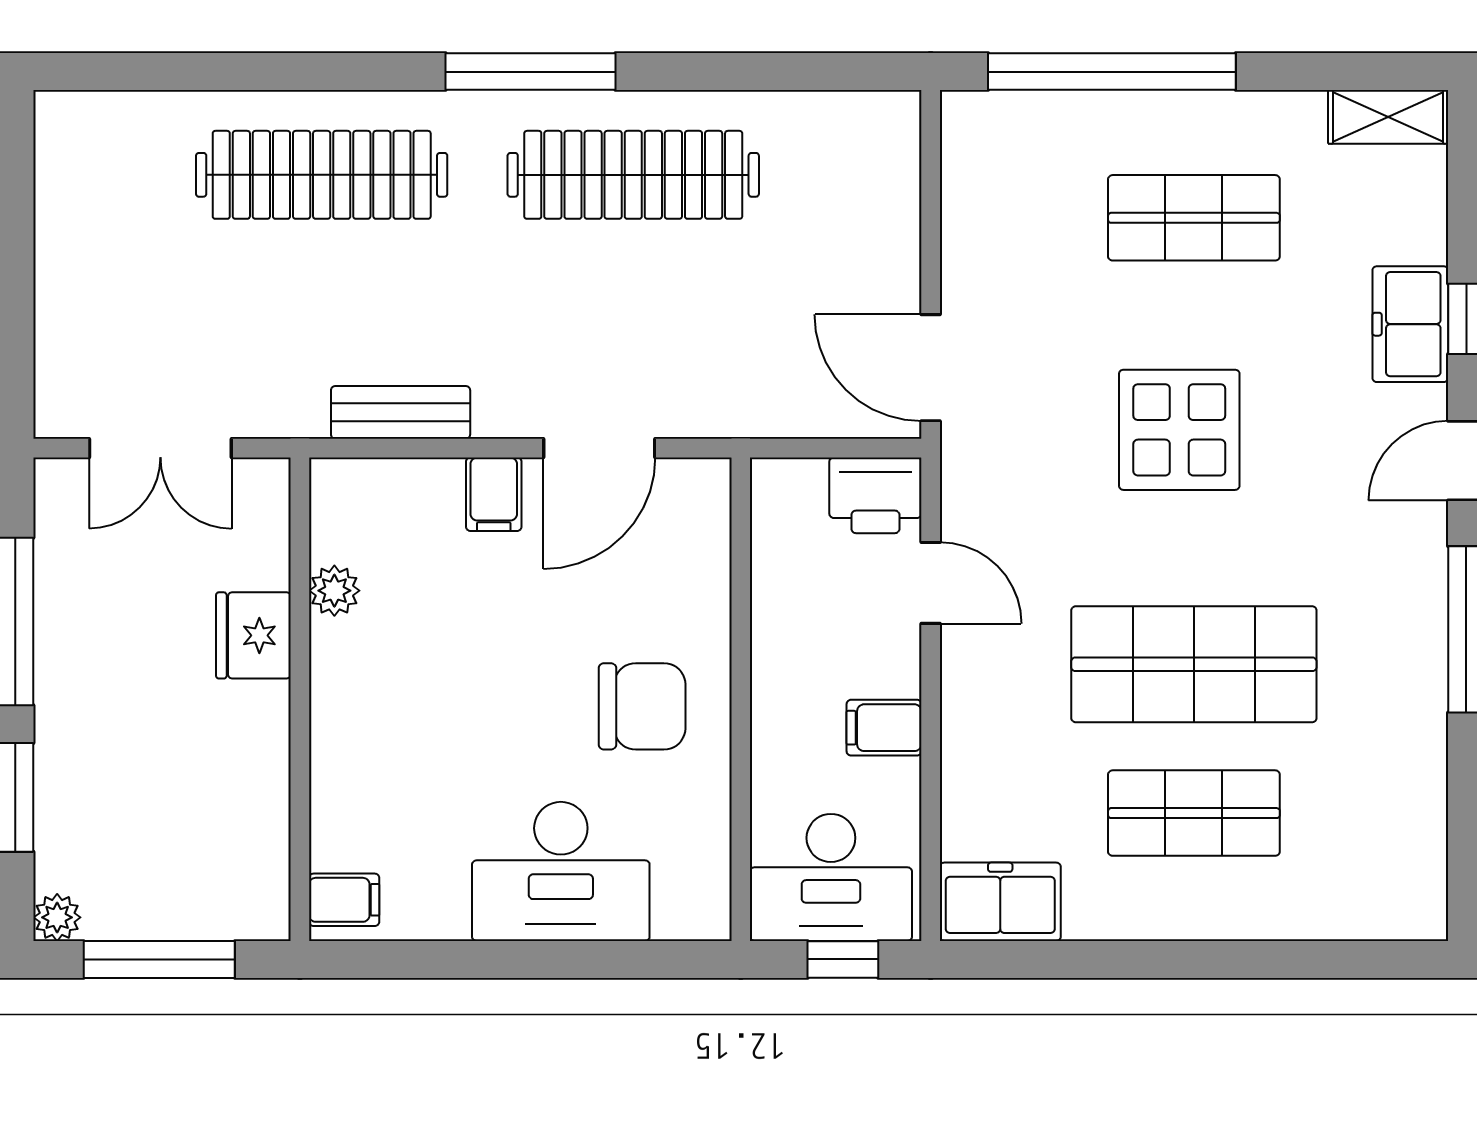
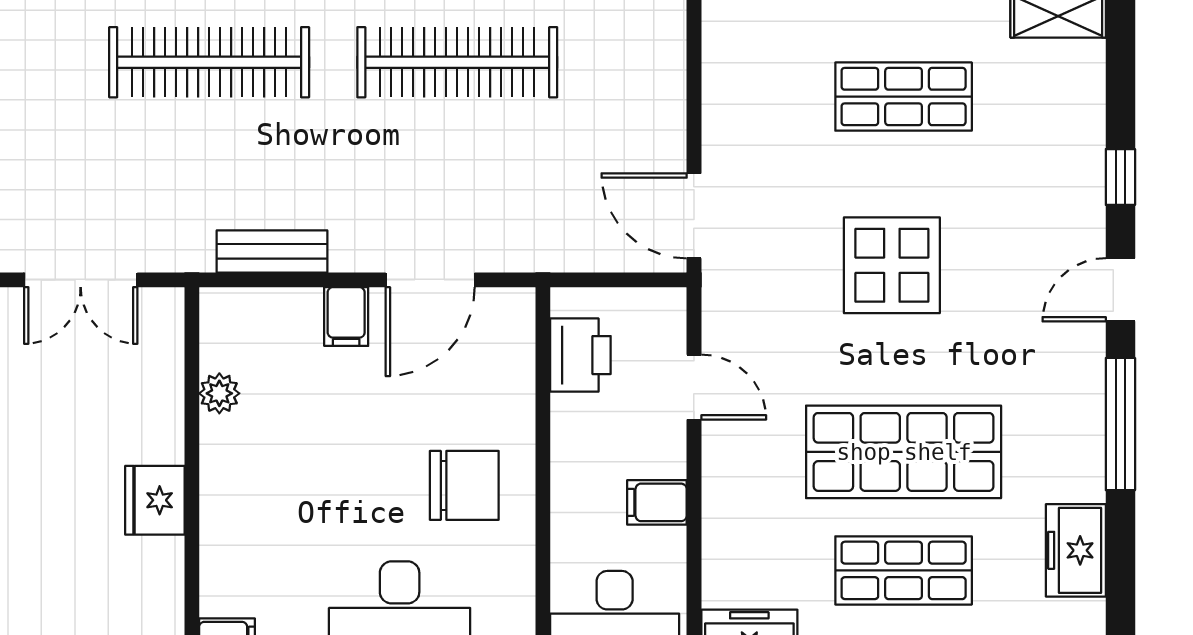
freezer: (1410, 324) -> (1076, 550), moved
printer: (875, 495) -> (580, 355), moved, turned -90
fridge: (253, 635) -> (155, 500), moved

